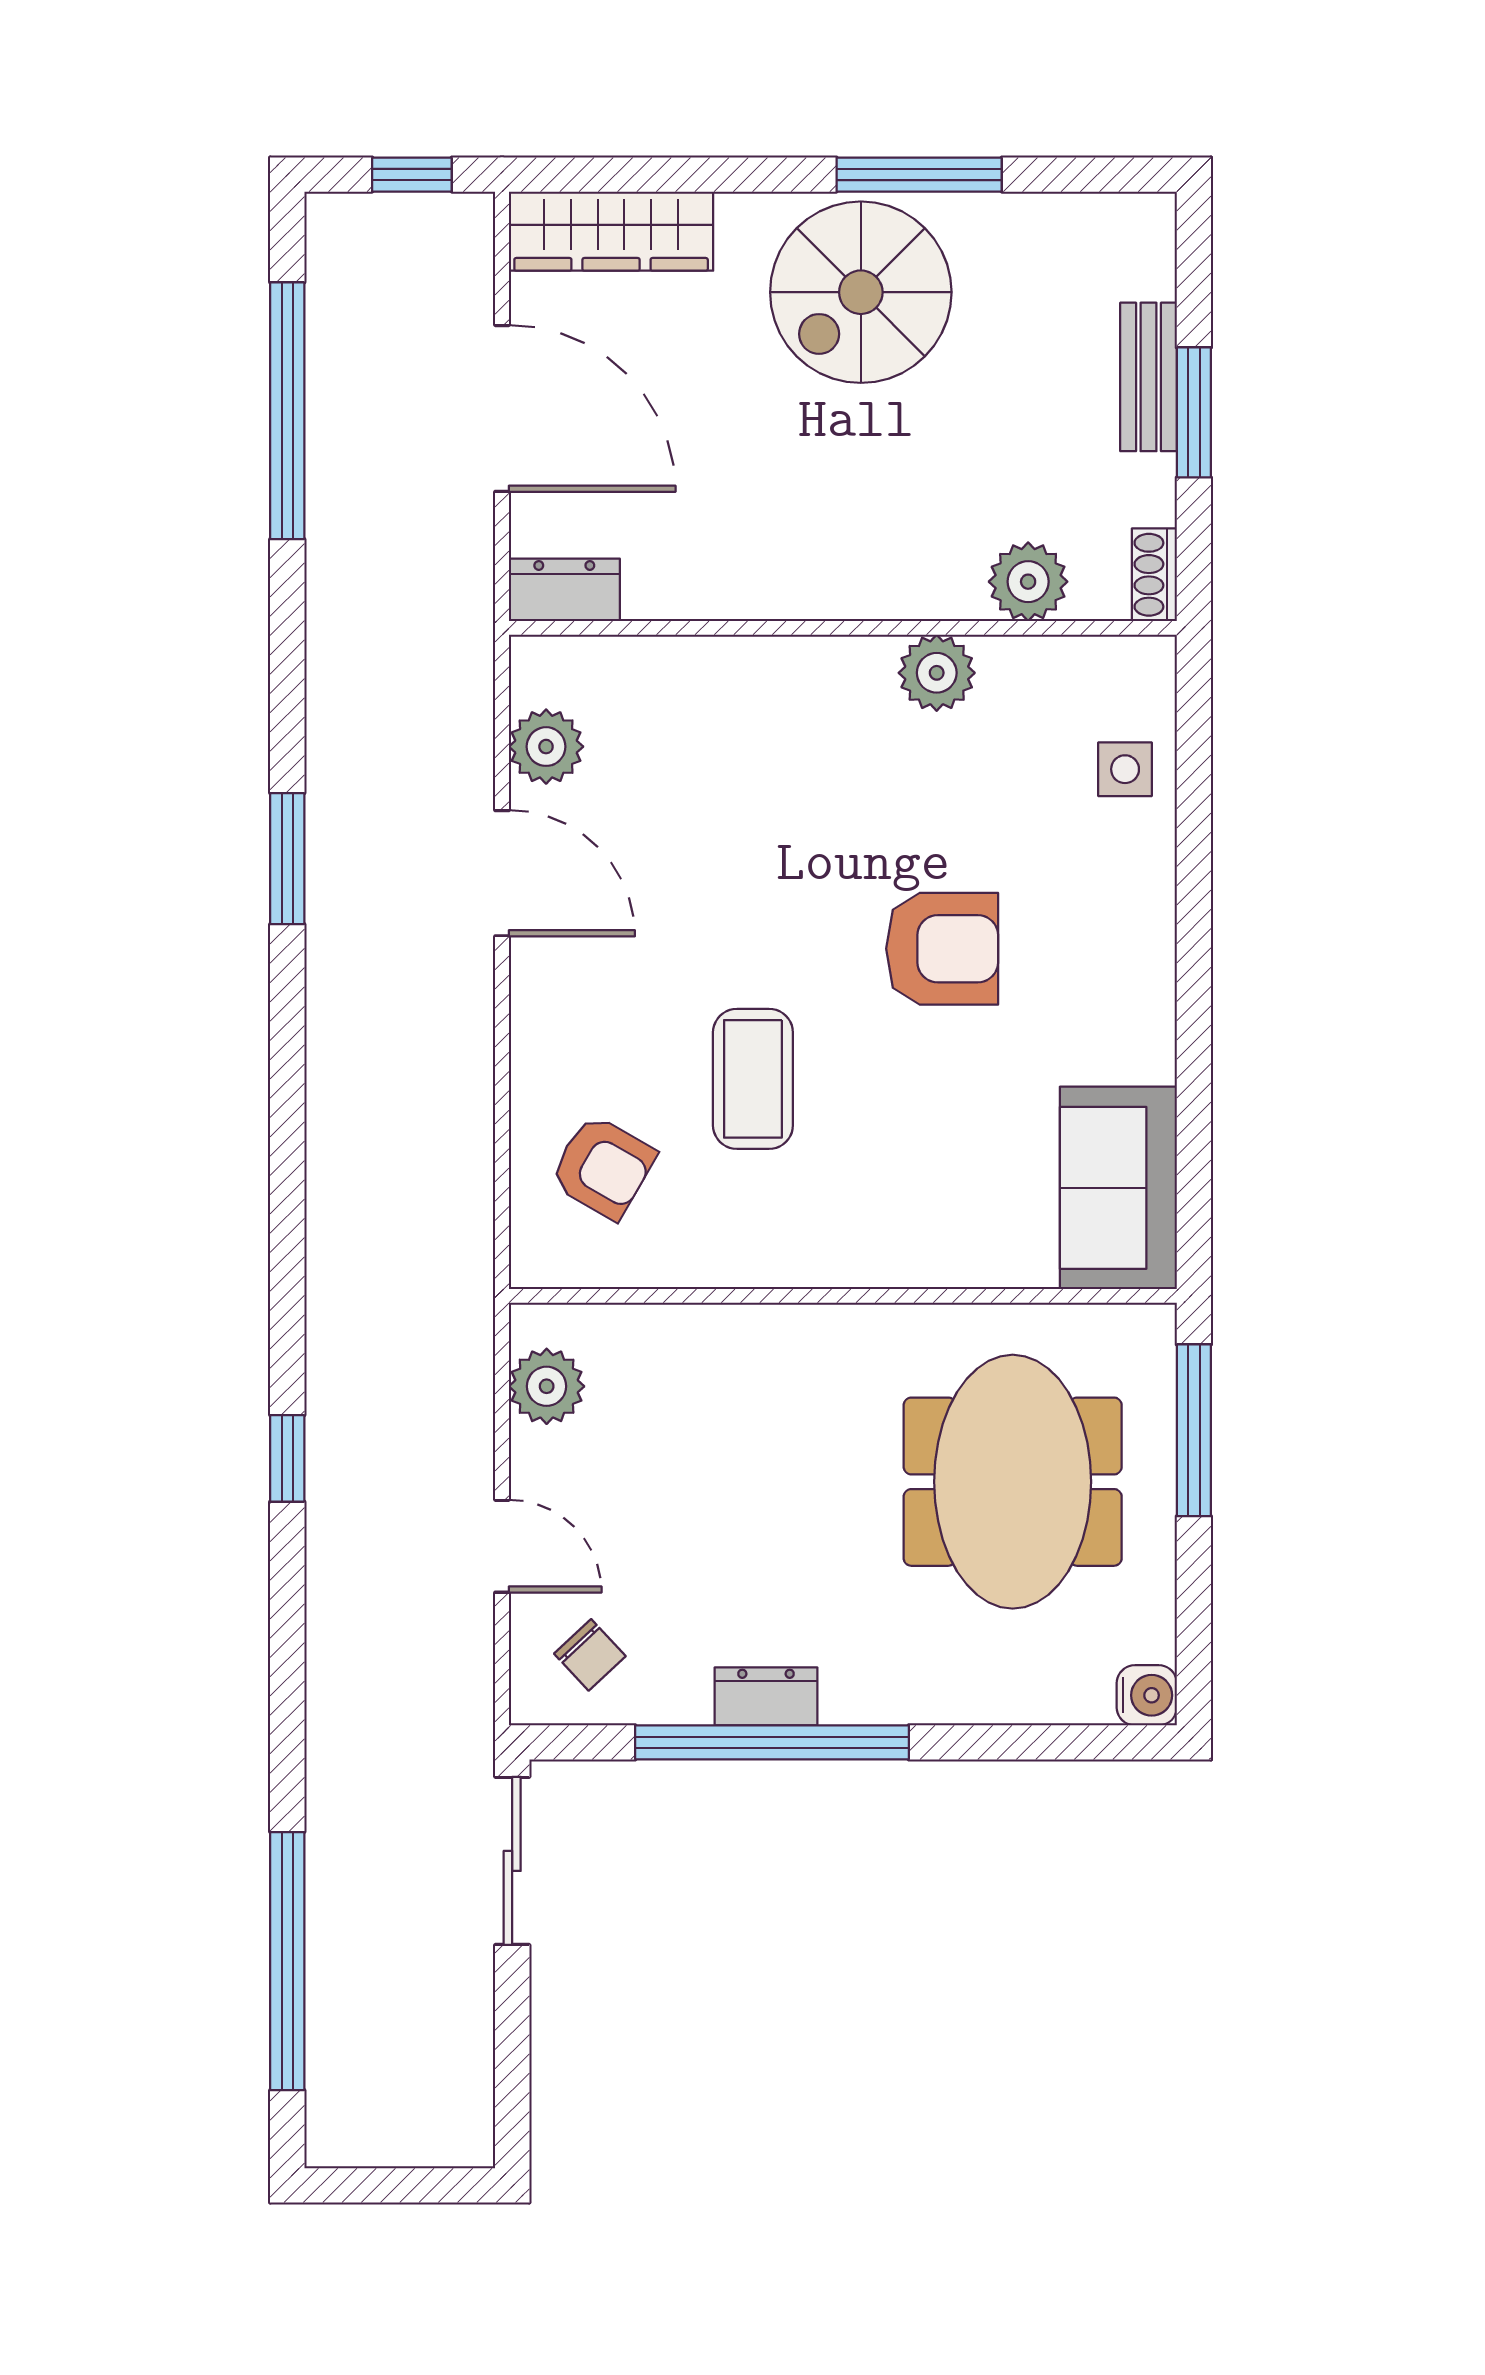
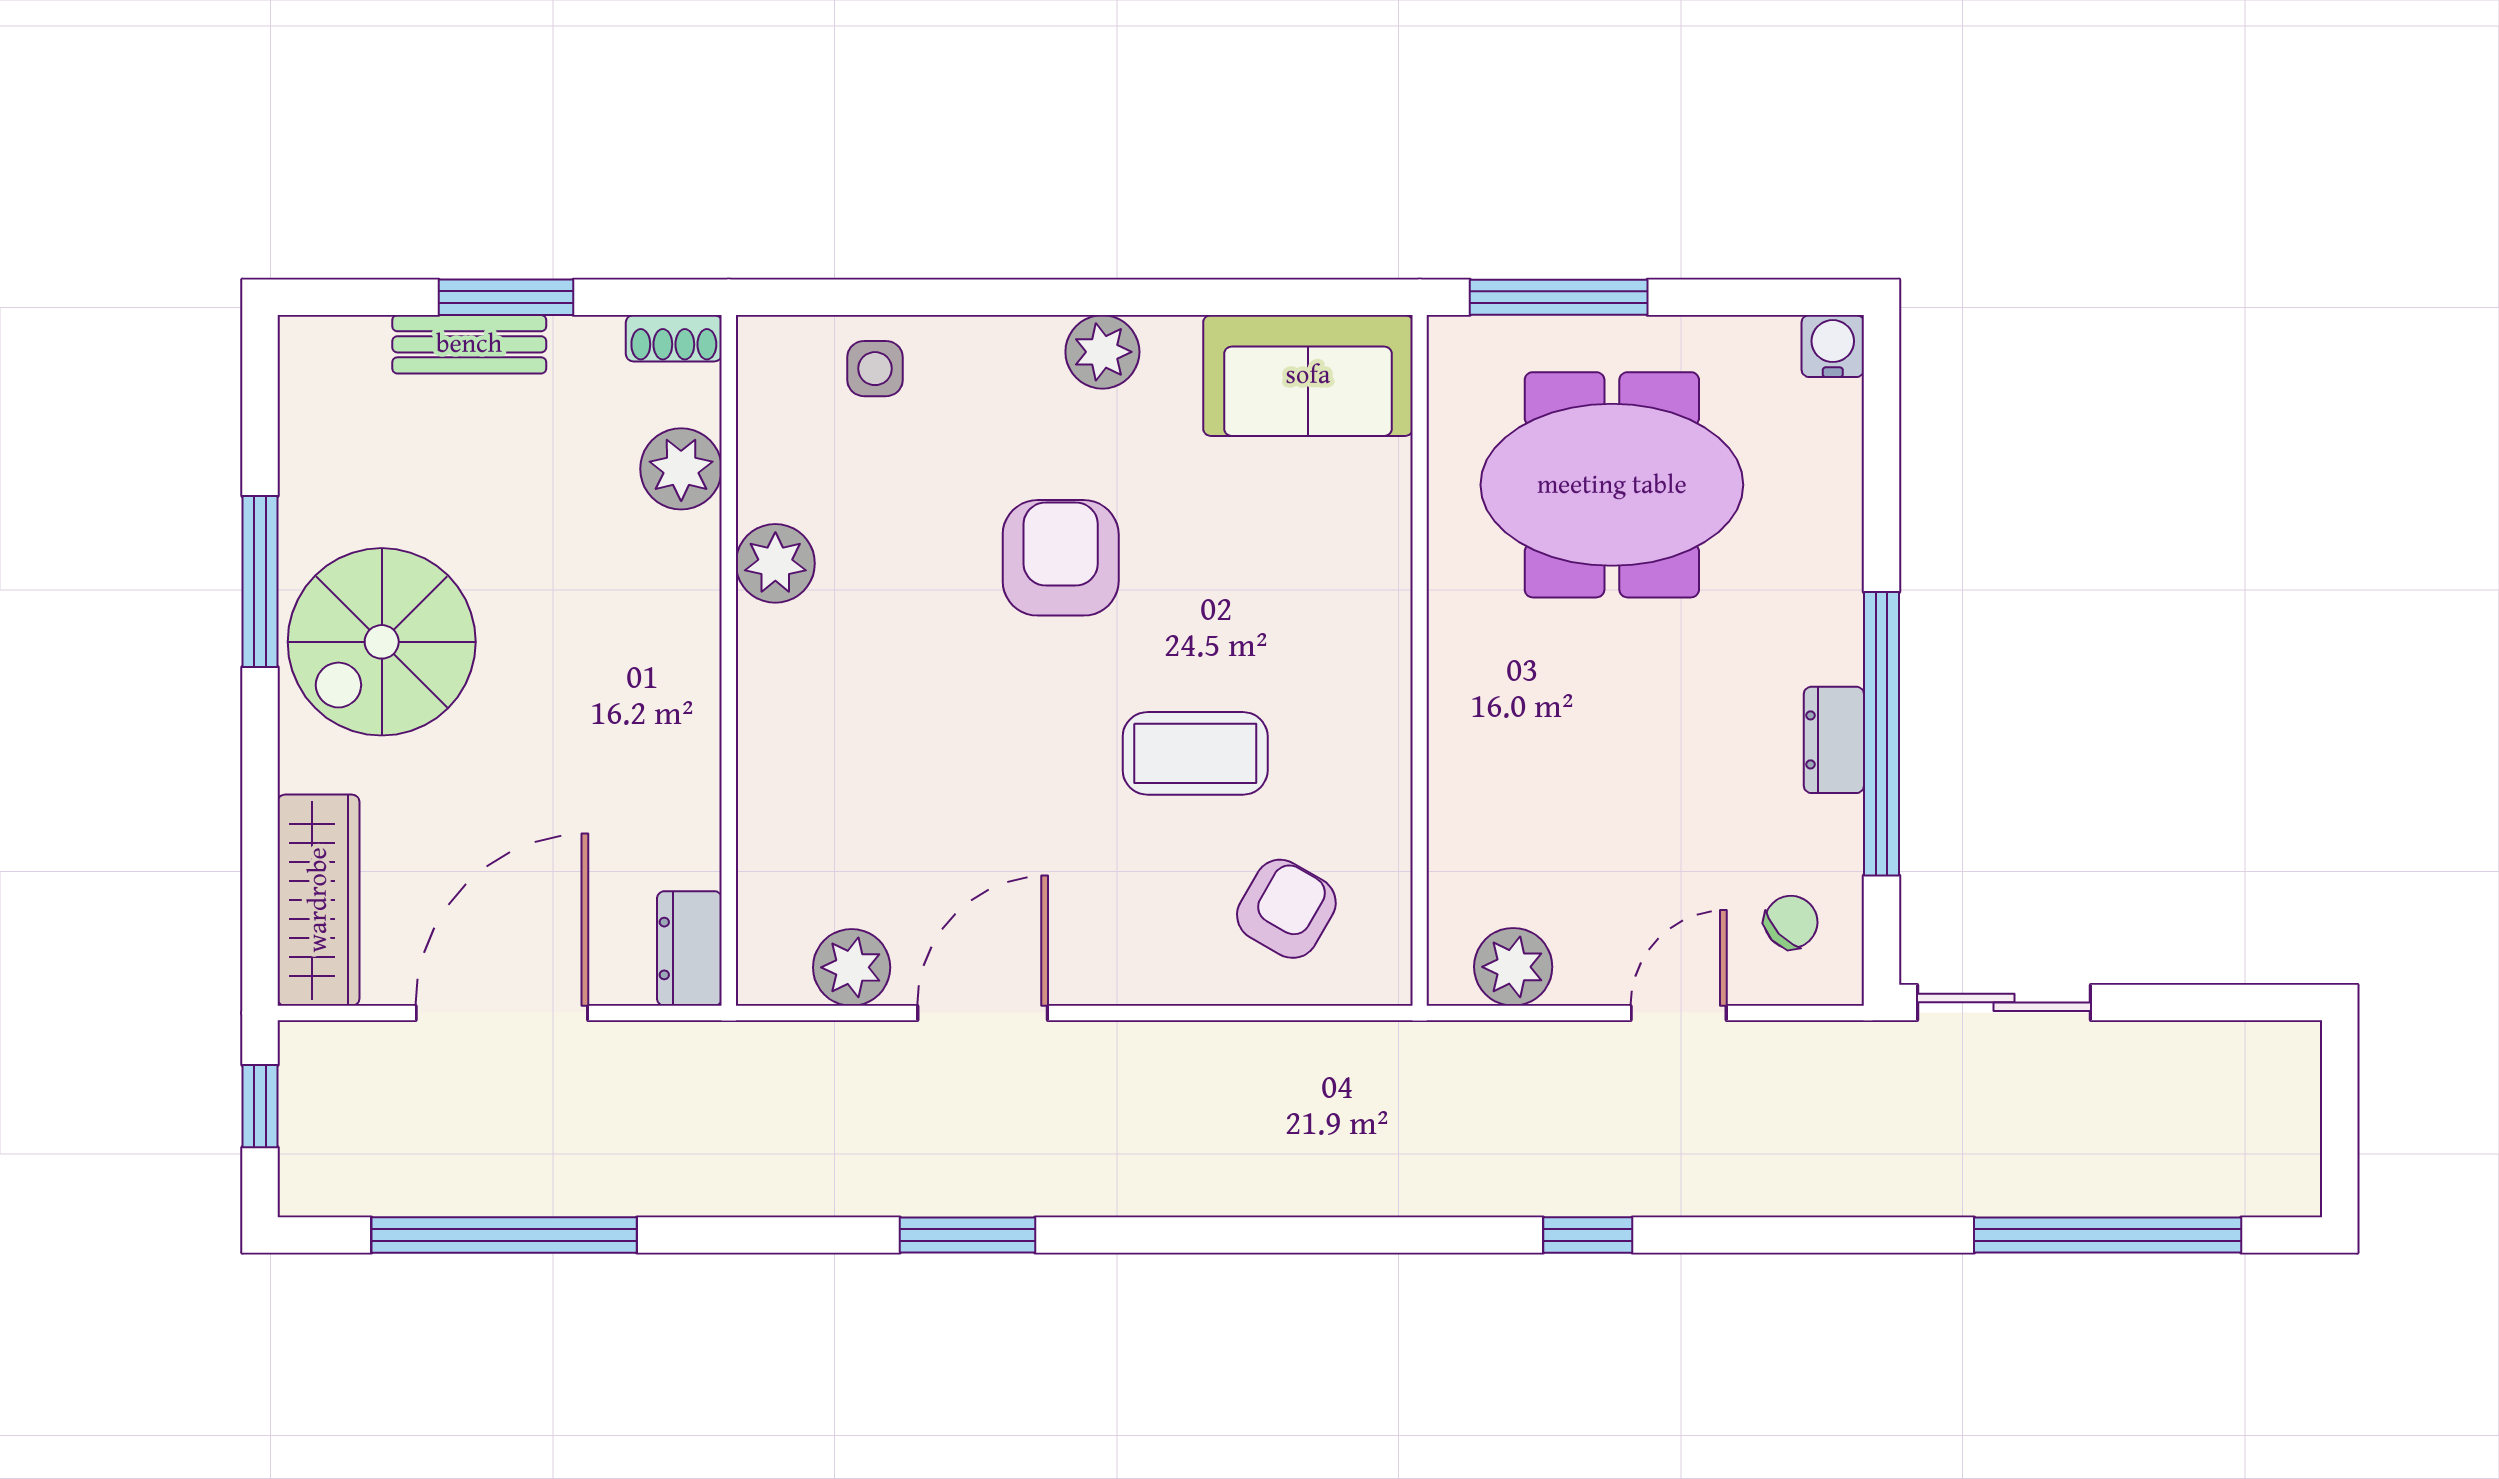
spiral stairs: (861, 292) -> (382, 642), turned 90
plant: (1141, 989) -> (1102, 352), added

